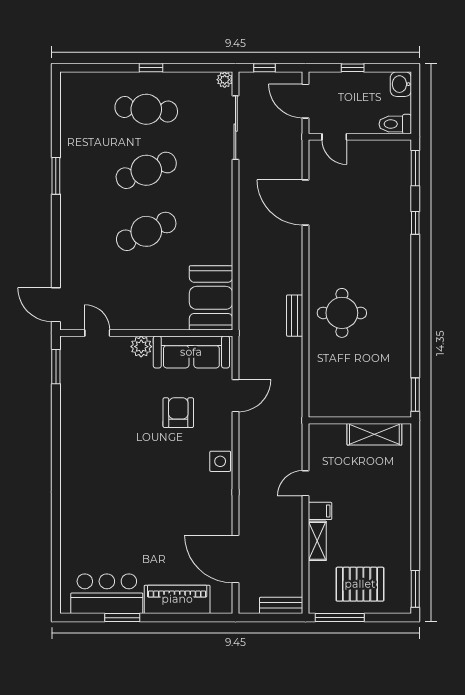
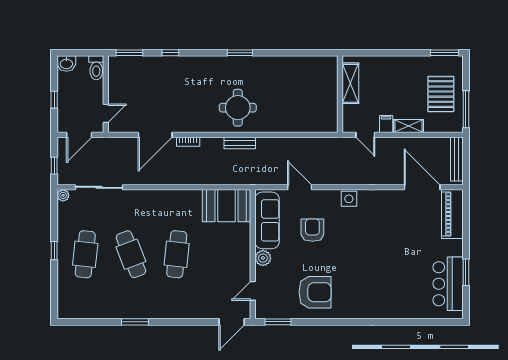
cafe table: (146, 231) -> (177, 254), turned 30
bookcase: (296, 247) -> (188, 142), added
window: (415, 395) -> (240, 53), moved
armchair: (178, 413) -> (312, 230), turned 90
armchair: (95, 416) -> (315, 292), added
wall: (360, 420) -> (340, 94), moved
shelving: (374, 434) -> (350, 83), moved
door: (236, 559) -> (422, 187), swing flipped
piano: (177, 599) -> (452, 214), moved
bench: (281, 605) -> (457, 159), width x1.36

